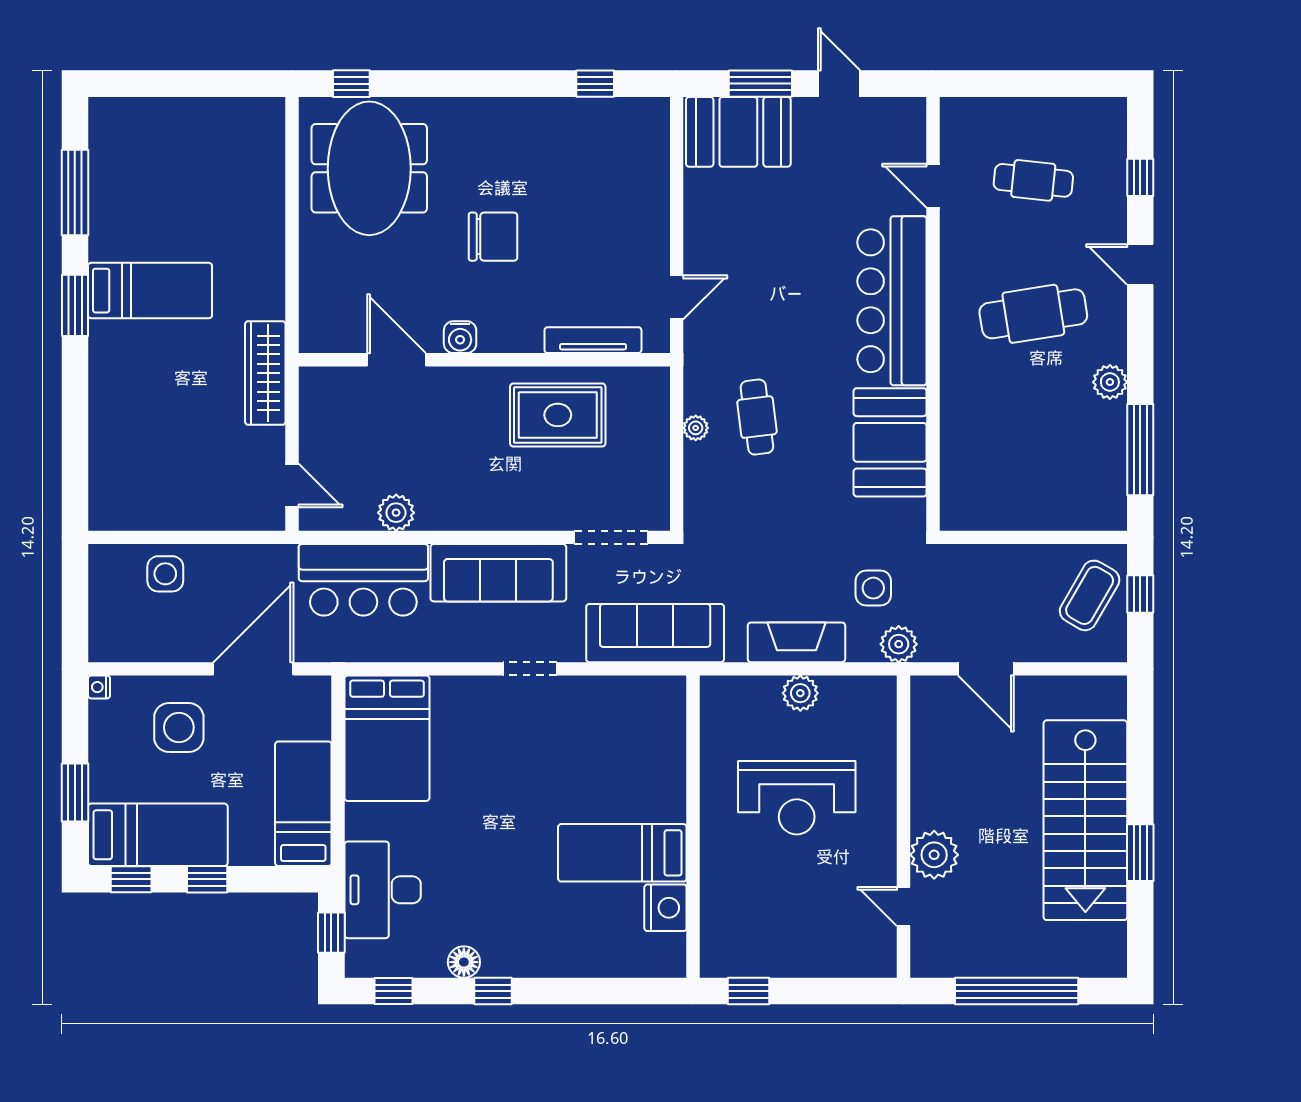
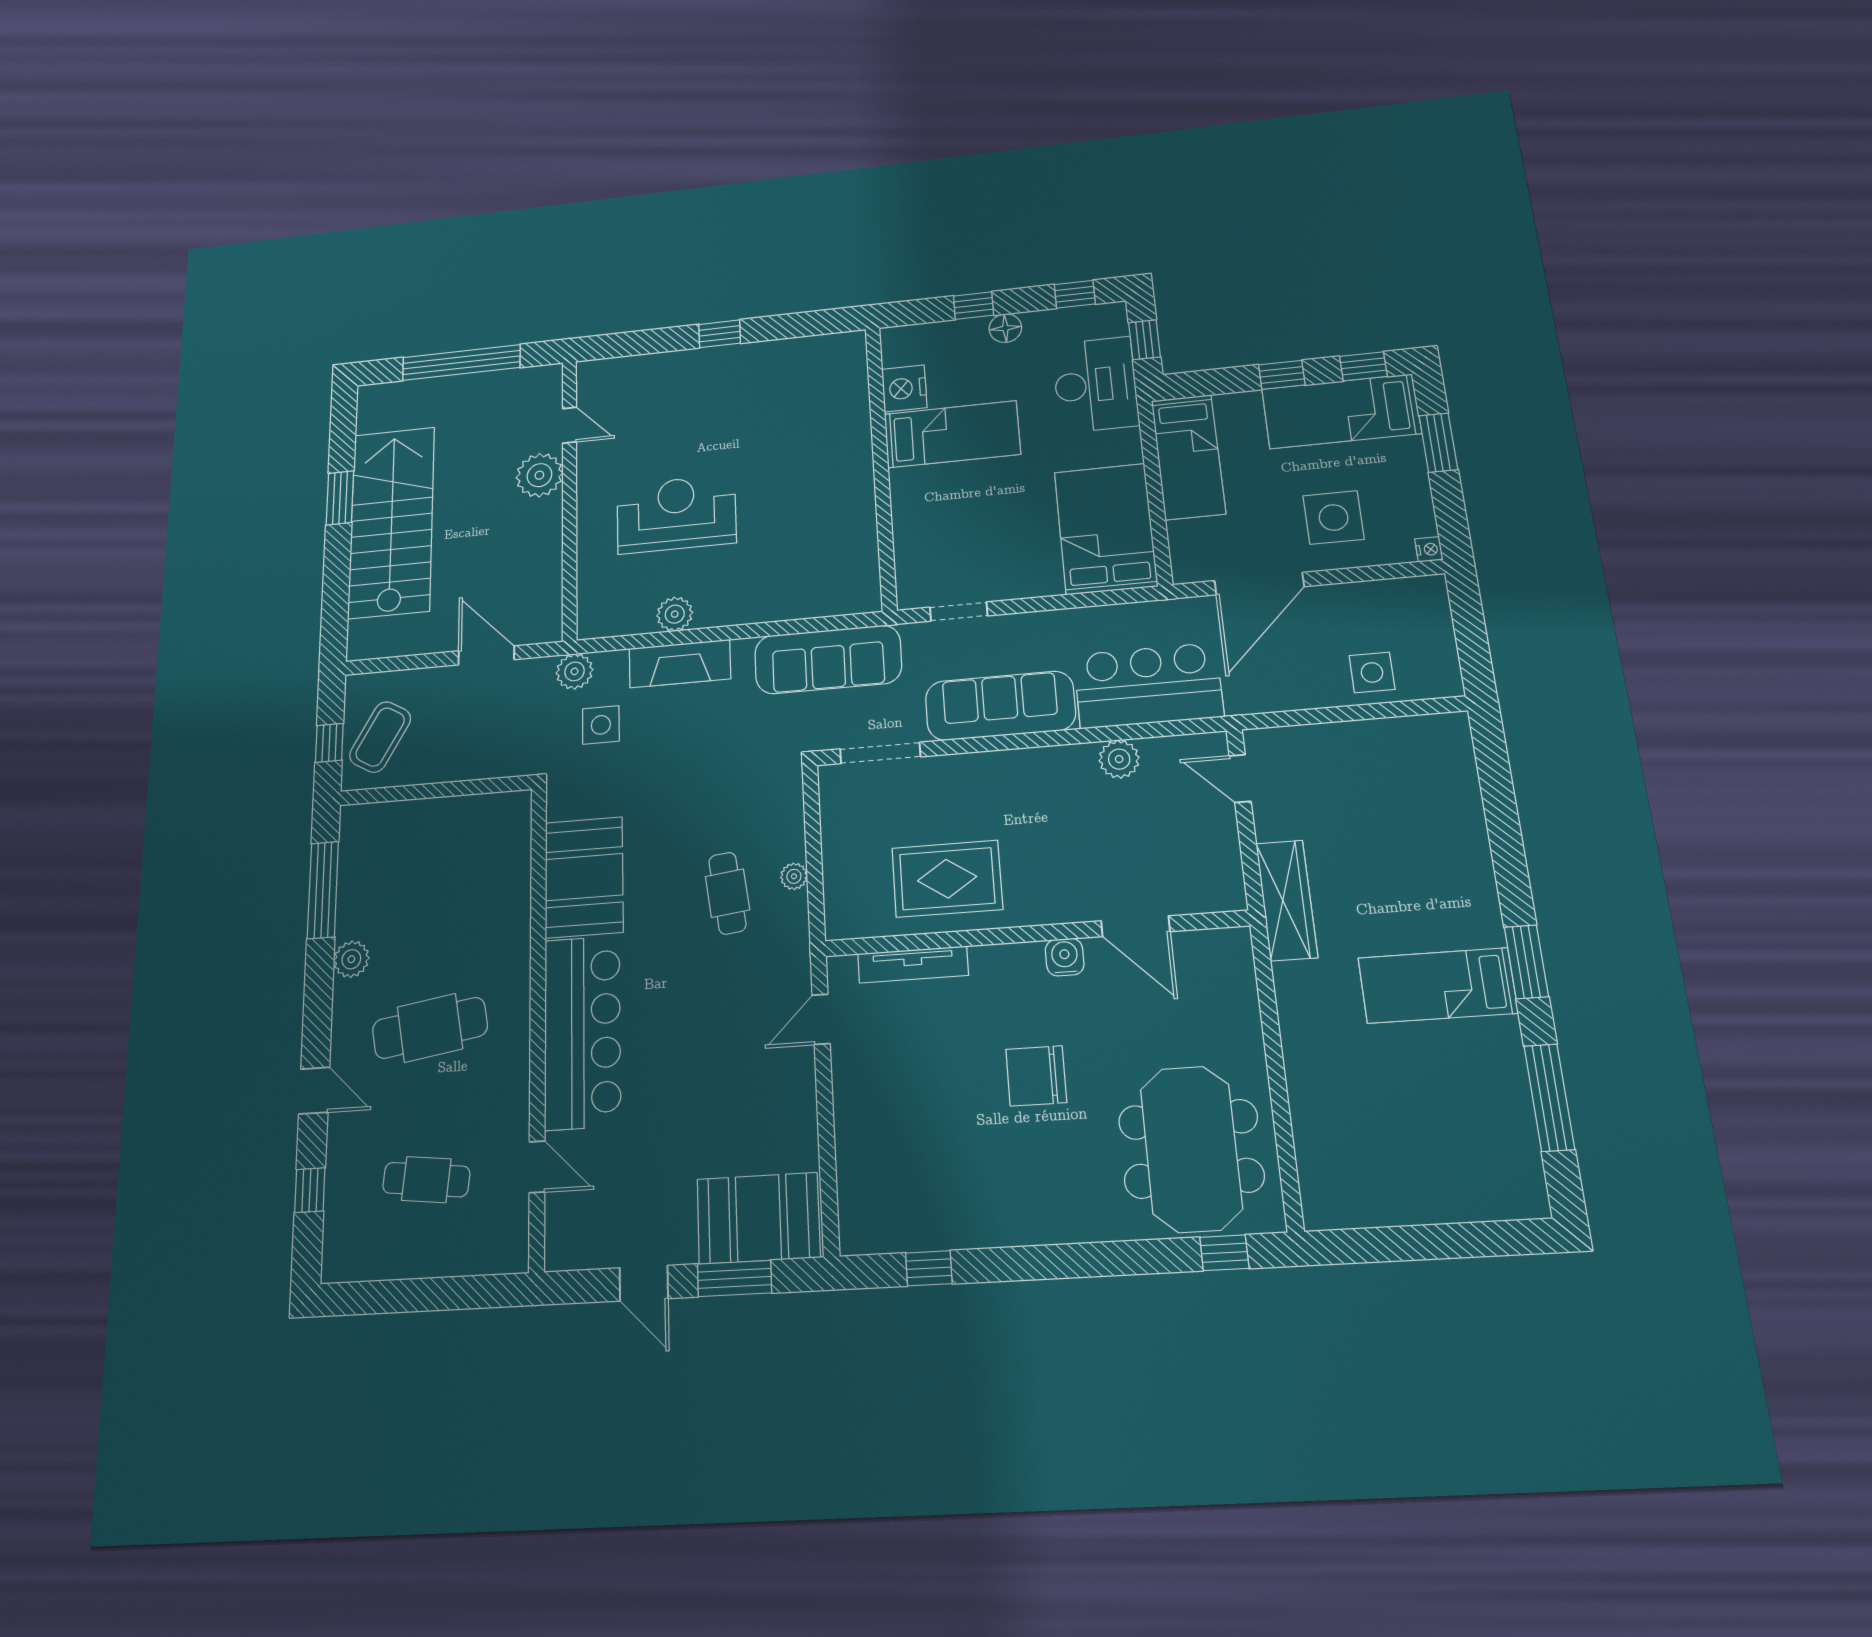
wall: (693, 827) -> (881, 466), moved
bed: (622, 853) -> (952, 434), moved
nightstand: (665, 908) -> (904, 388), moved

